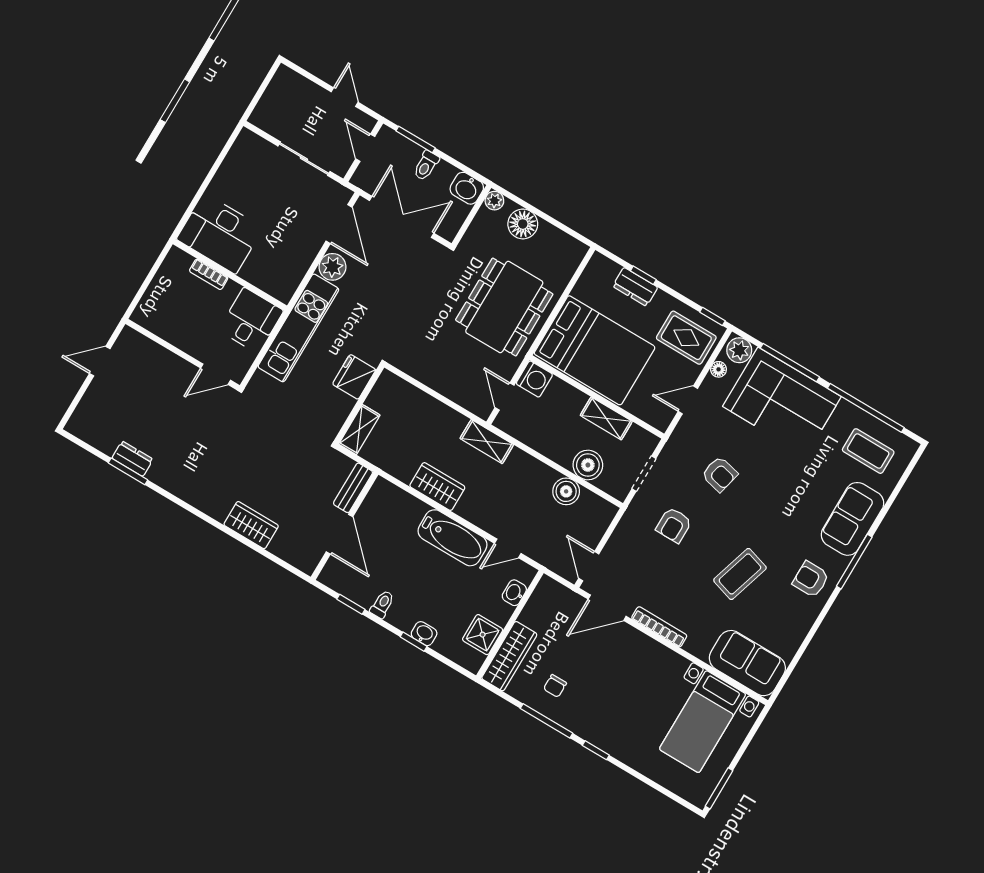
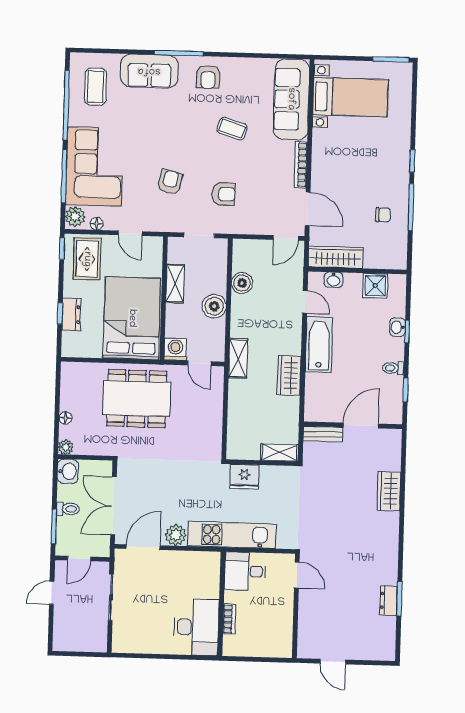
floor lamp: (523, 224) -> (65, 418), width x0.53, depth x0.53
door: (505, 396) -> (199, 363), hinge flipped
boiler: (588, 465) -> (214, 306), moved
coffee table: (740, 574) -> (232, 129), width x0.73, depth x0.77
wardrobe: (509, 656) -> (336, 257), moved
sofa: (747, 663) -> (291, 99), width x1.36

